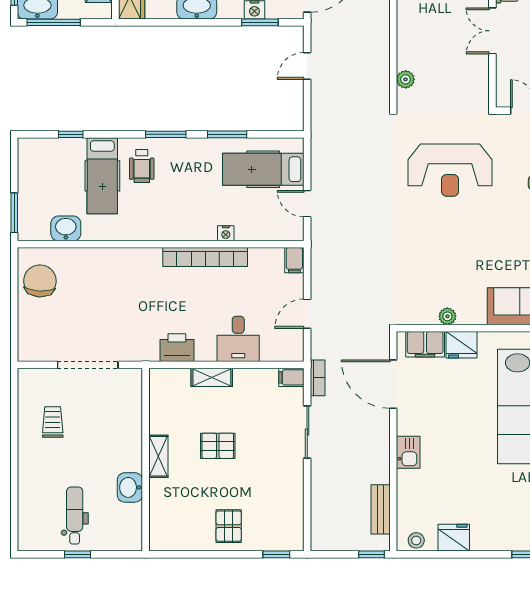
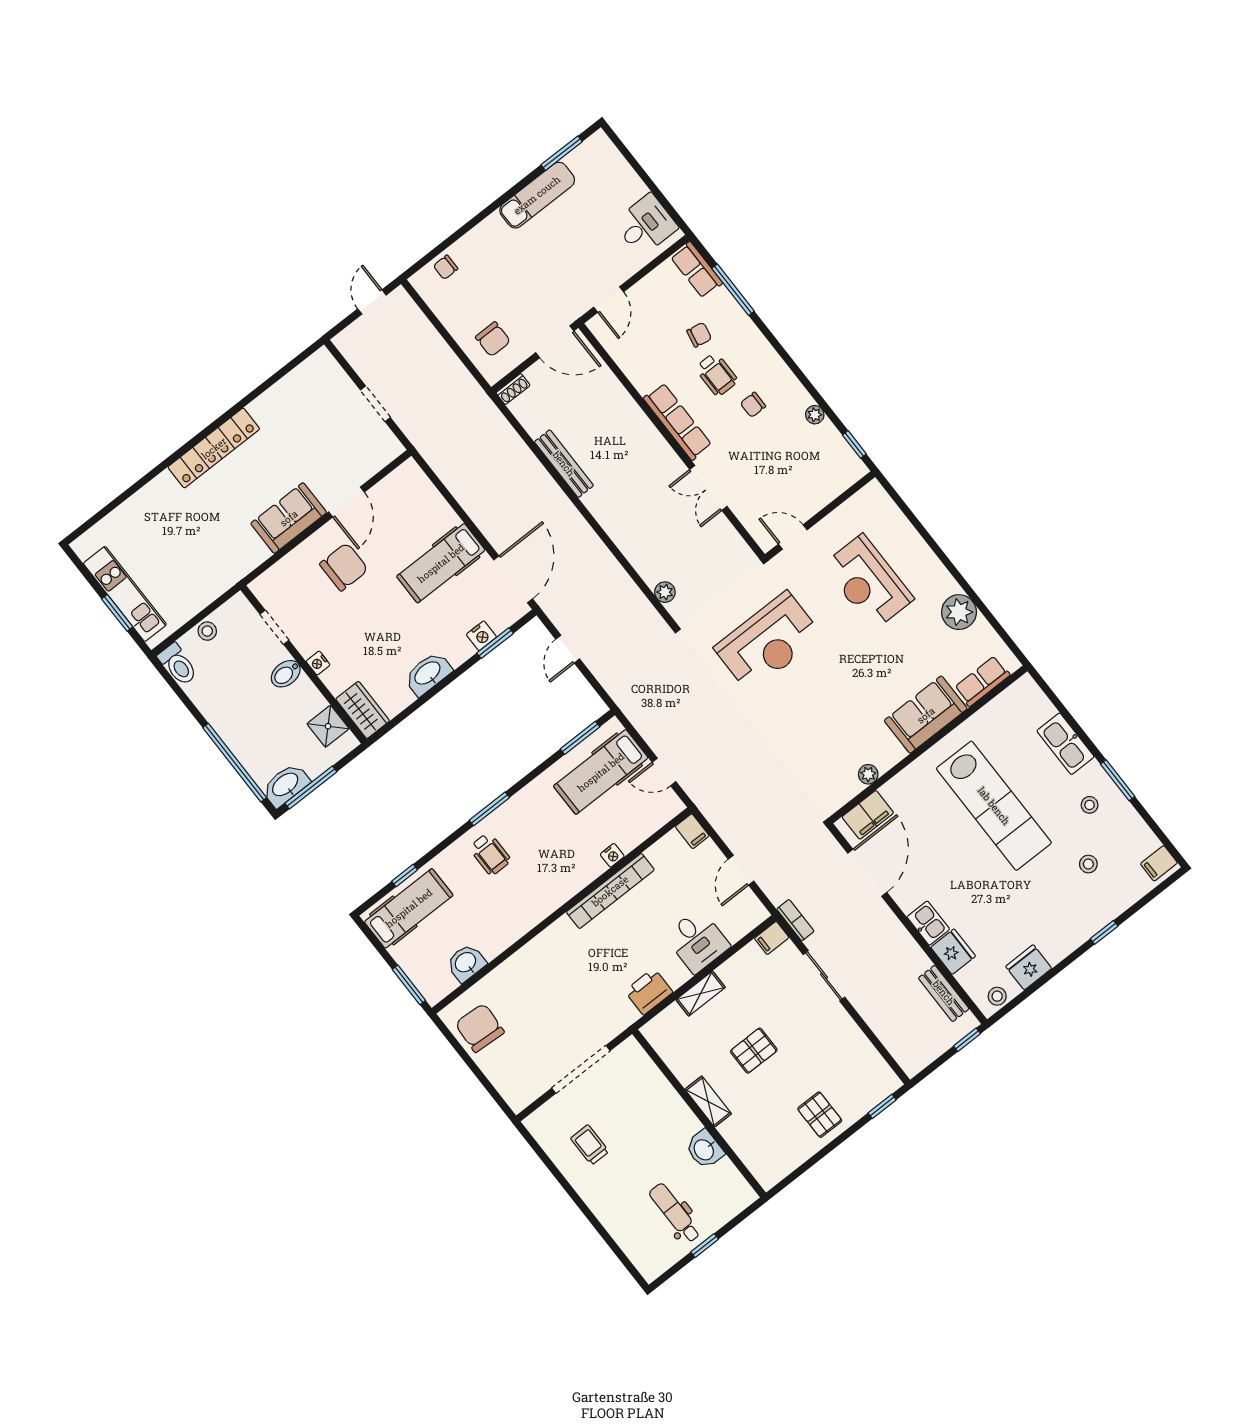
window: (227, 134) -> (580, 738), moved
hospital bed: (102, 176) -> (409, 908), moved, turned -90
fridge: (462, 345) -> (953, 952), moved, turned -90
door: (393, 384) -> (867, 873), swing flipped

